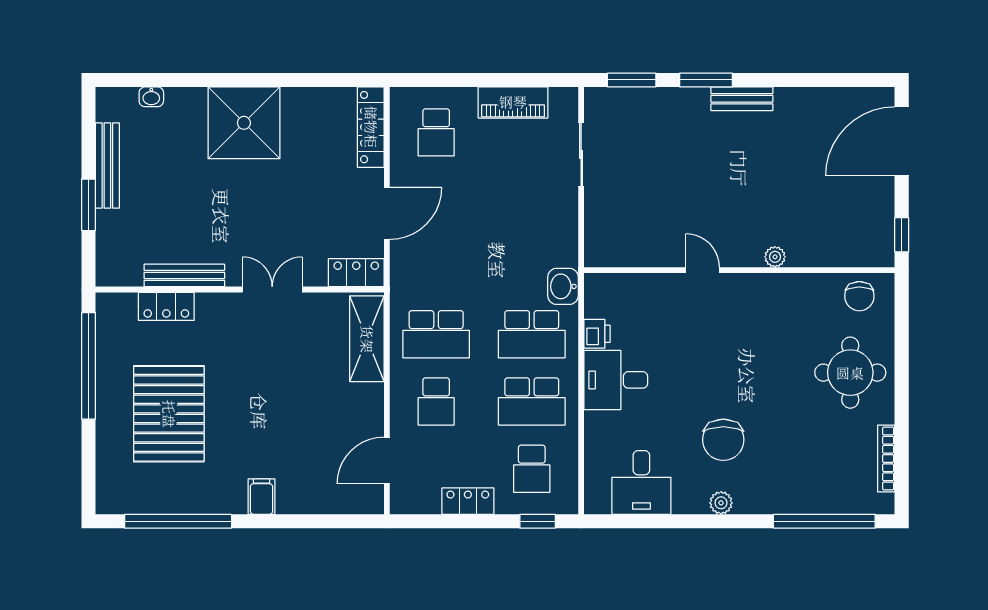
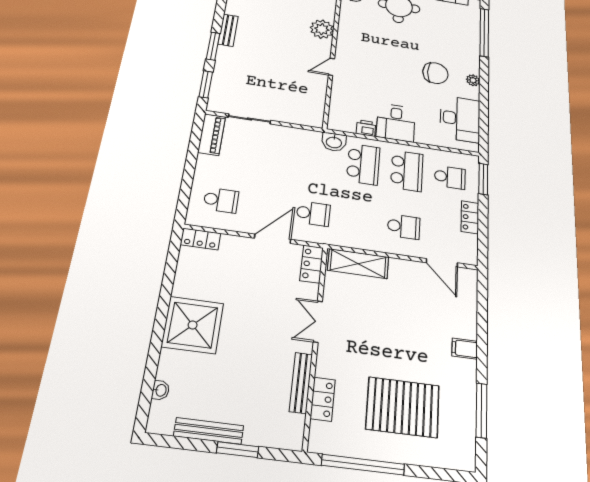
piano: (513, 102) -> (212, 135), moved
locker: (371, 127) -> (200, 239), width x0.66
door: (387, 213) -> (273, 239), hinge flipped
plant: (775, 257) -> (322, 29), width x1.88, depth x1.88
school desk: (436, 334) -> (313, 214), moved, width x0.54
desk: (641, 482) -> (460, 119), width x1.37
window: (178, 521) -> (482, 410), width x0.68
window: (538, 521) -> (483, 179), width x1.50

